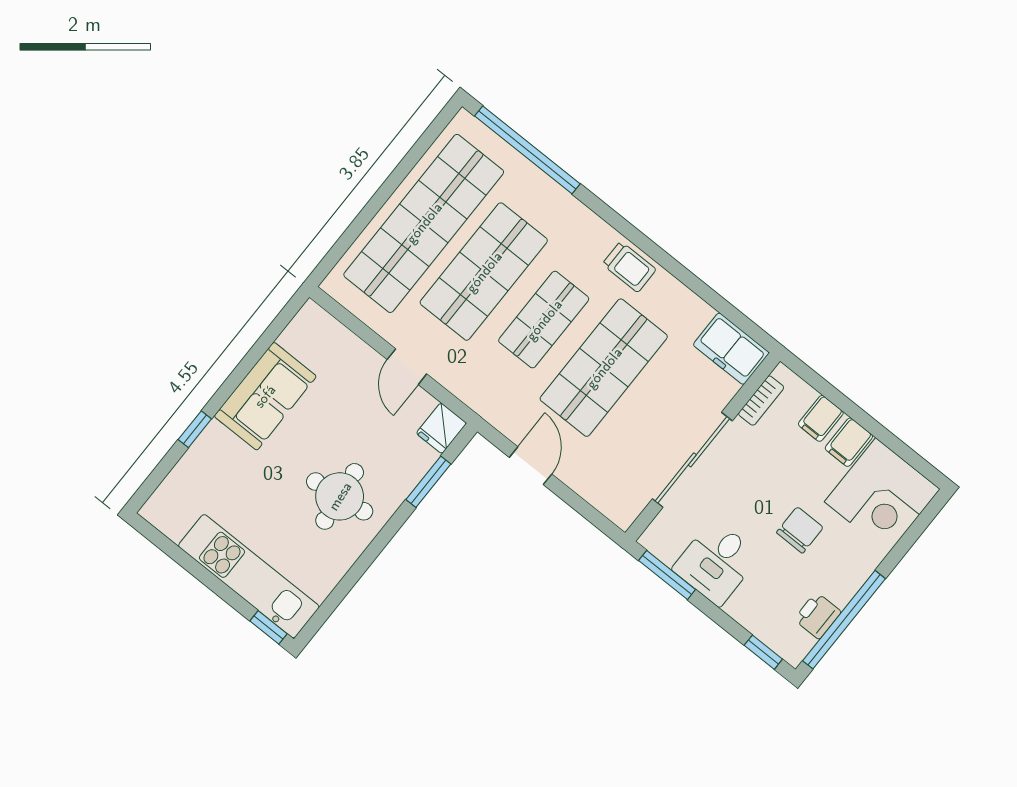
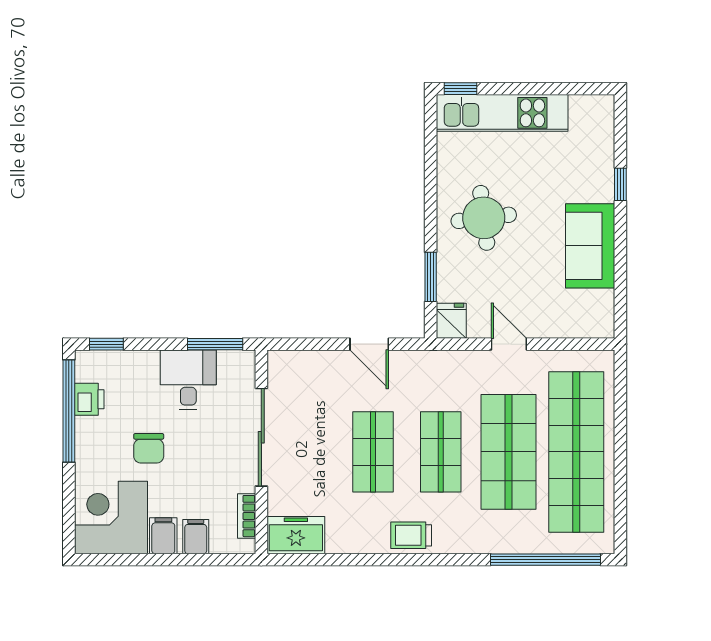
shop shelf: (604, 368) -> (373, 452), width x0.70, depth x0.74

